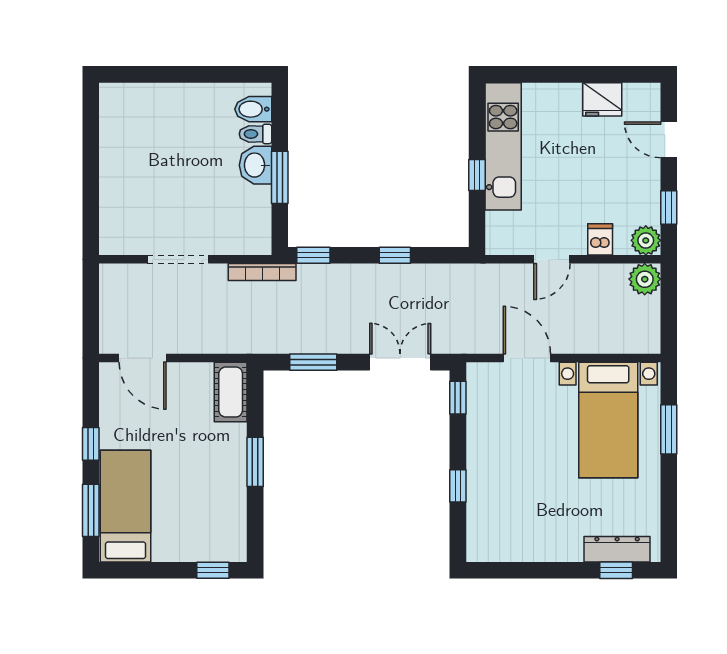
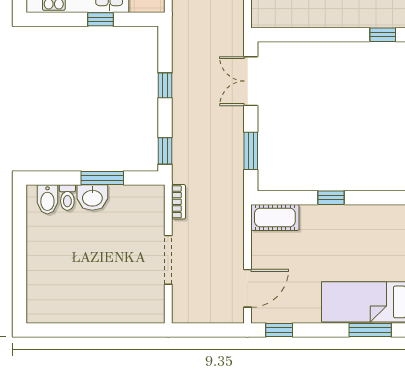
bookcase: (262, 272) -> (178, 202), width x0.64
window: (458, 398) -> (279, 35), removed
window: (91, 444) -> (279, 330), moved
window: (255, 462) -> (331, 198), width x0.67
window: (458, 486) -> (383, 35), moved

